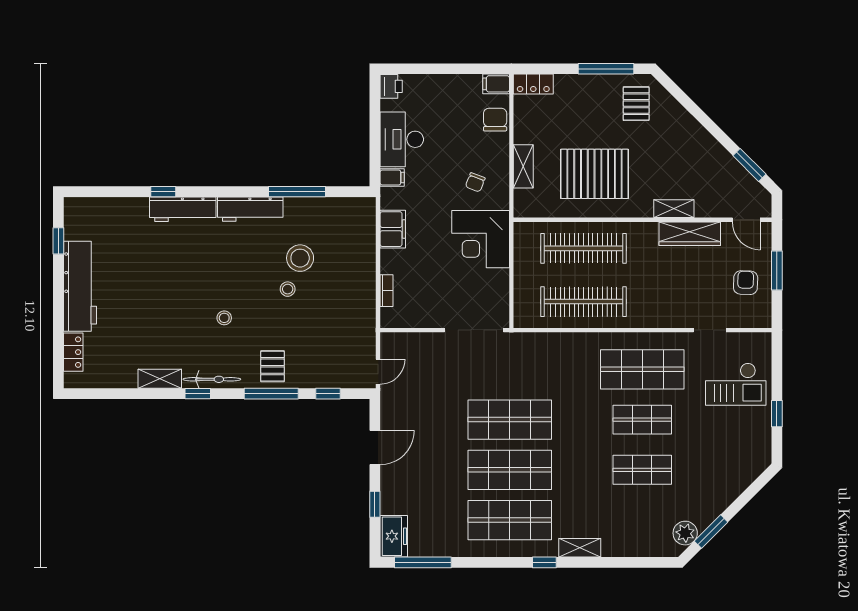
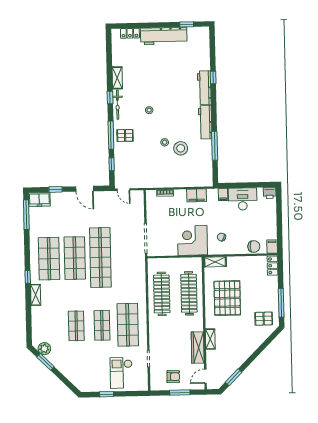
shelving: (523, 166) -> (215, 262), moved
shop shelf: (510, 420) -> (100, 257), width x1.40

